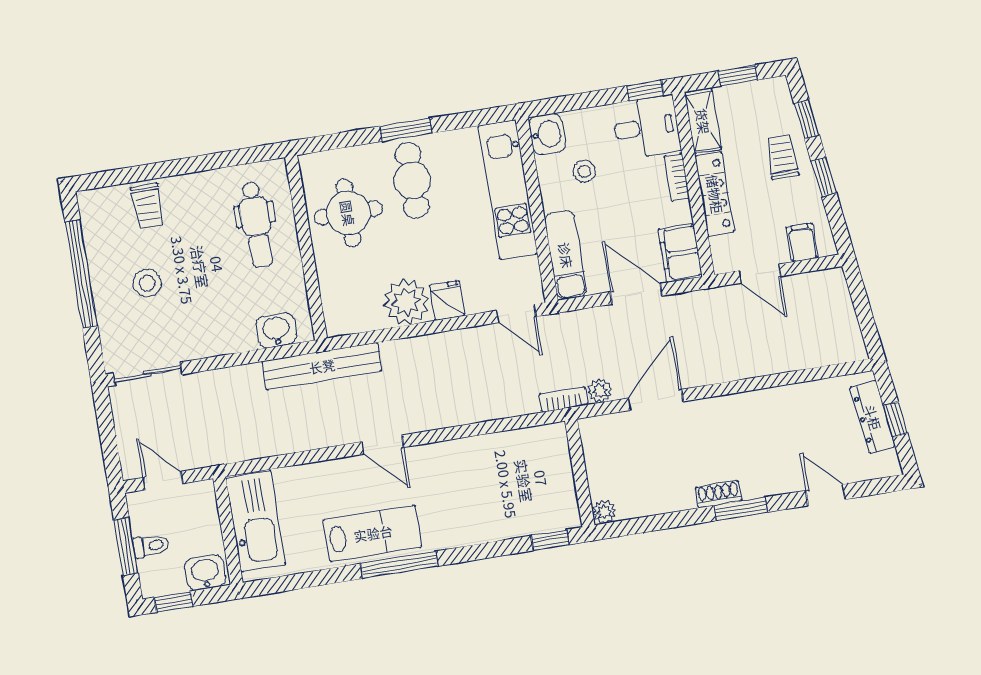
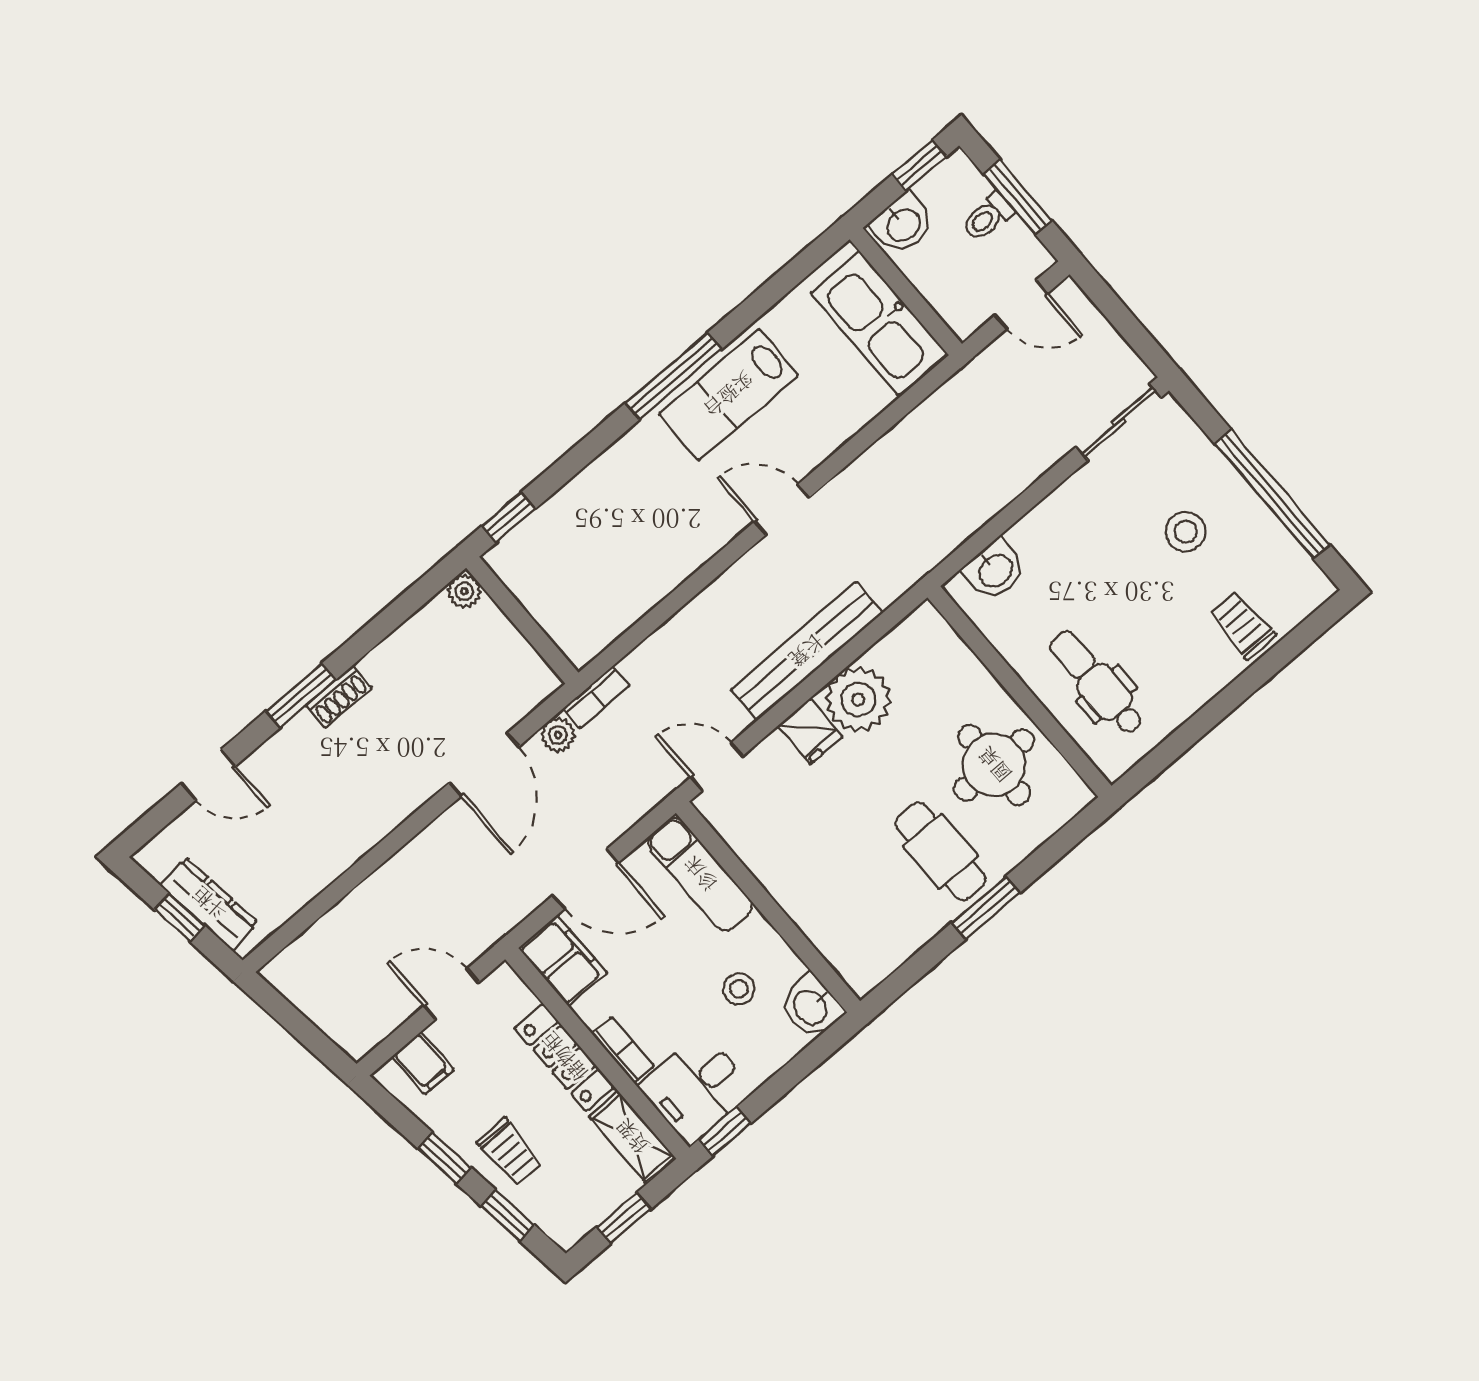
kitchen unit: (508, 190) -> (818, 911), removed
bench: (322, 366) -> (807, 651), moved

